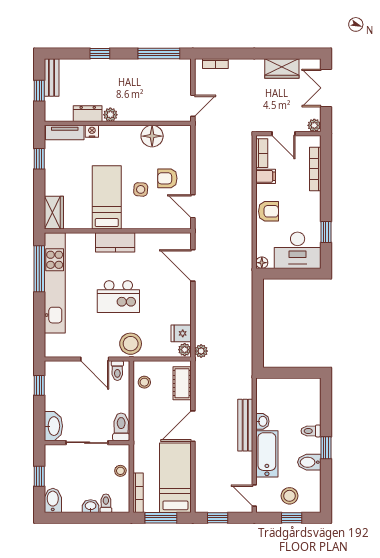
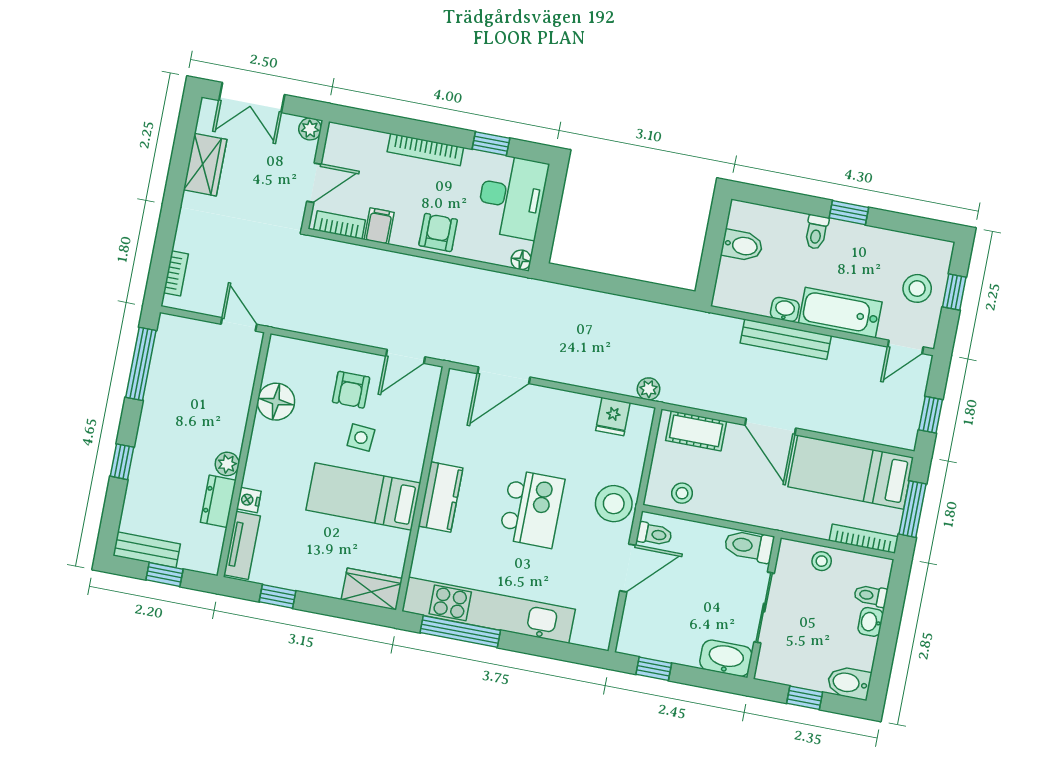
bookcase: (315, 169) -> (425, 149), moved
plant: (185, 350) -> (641, 416), removed
bidet: (309, 462) -> (742, 246), moved, turned -90

